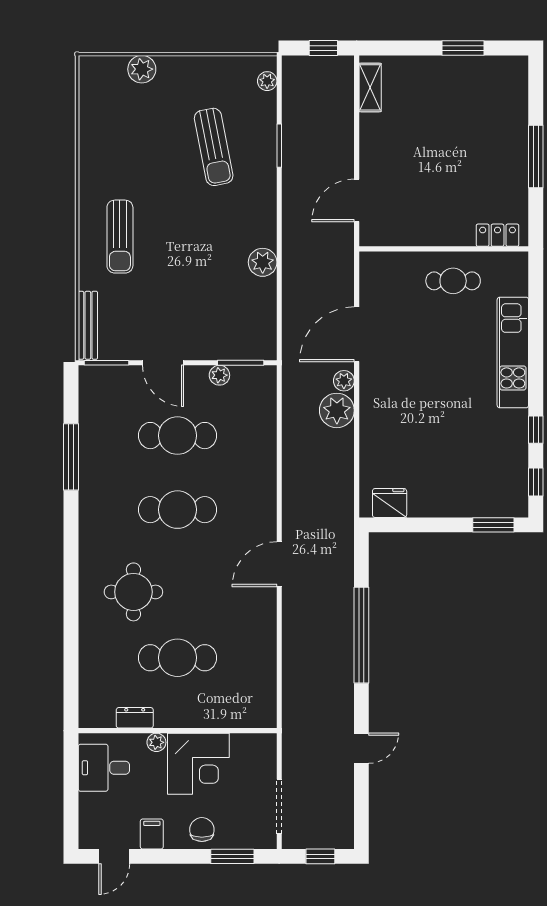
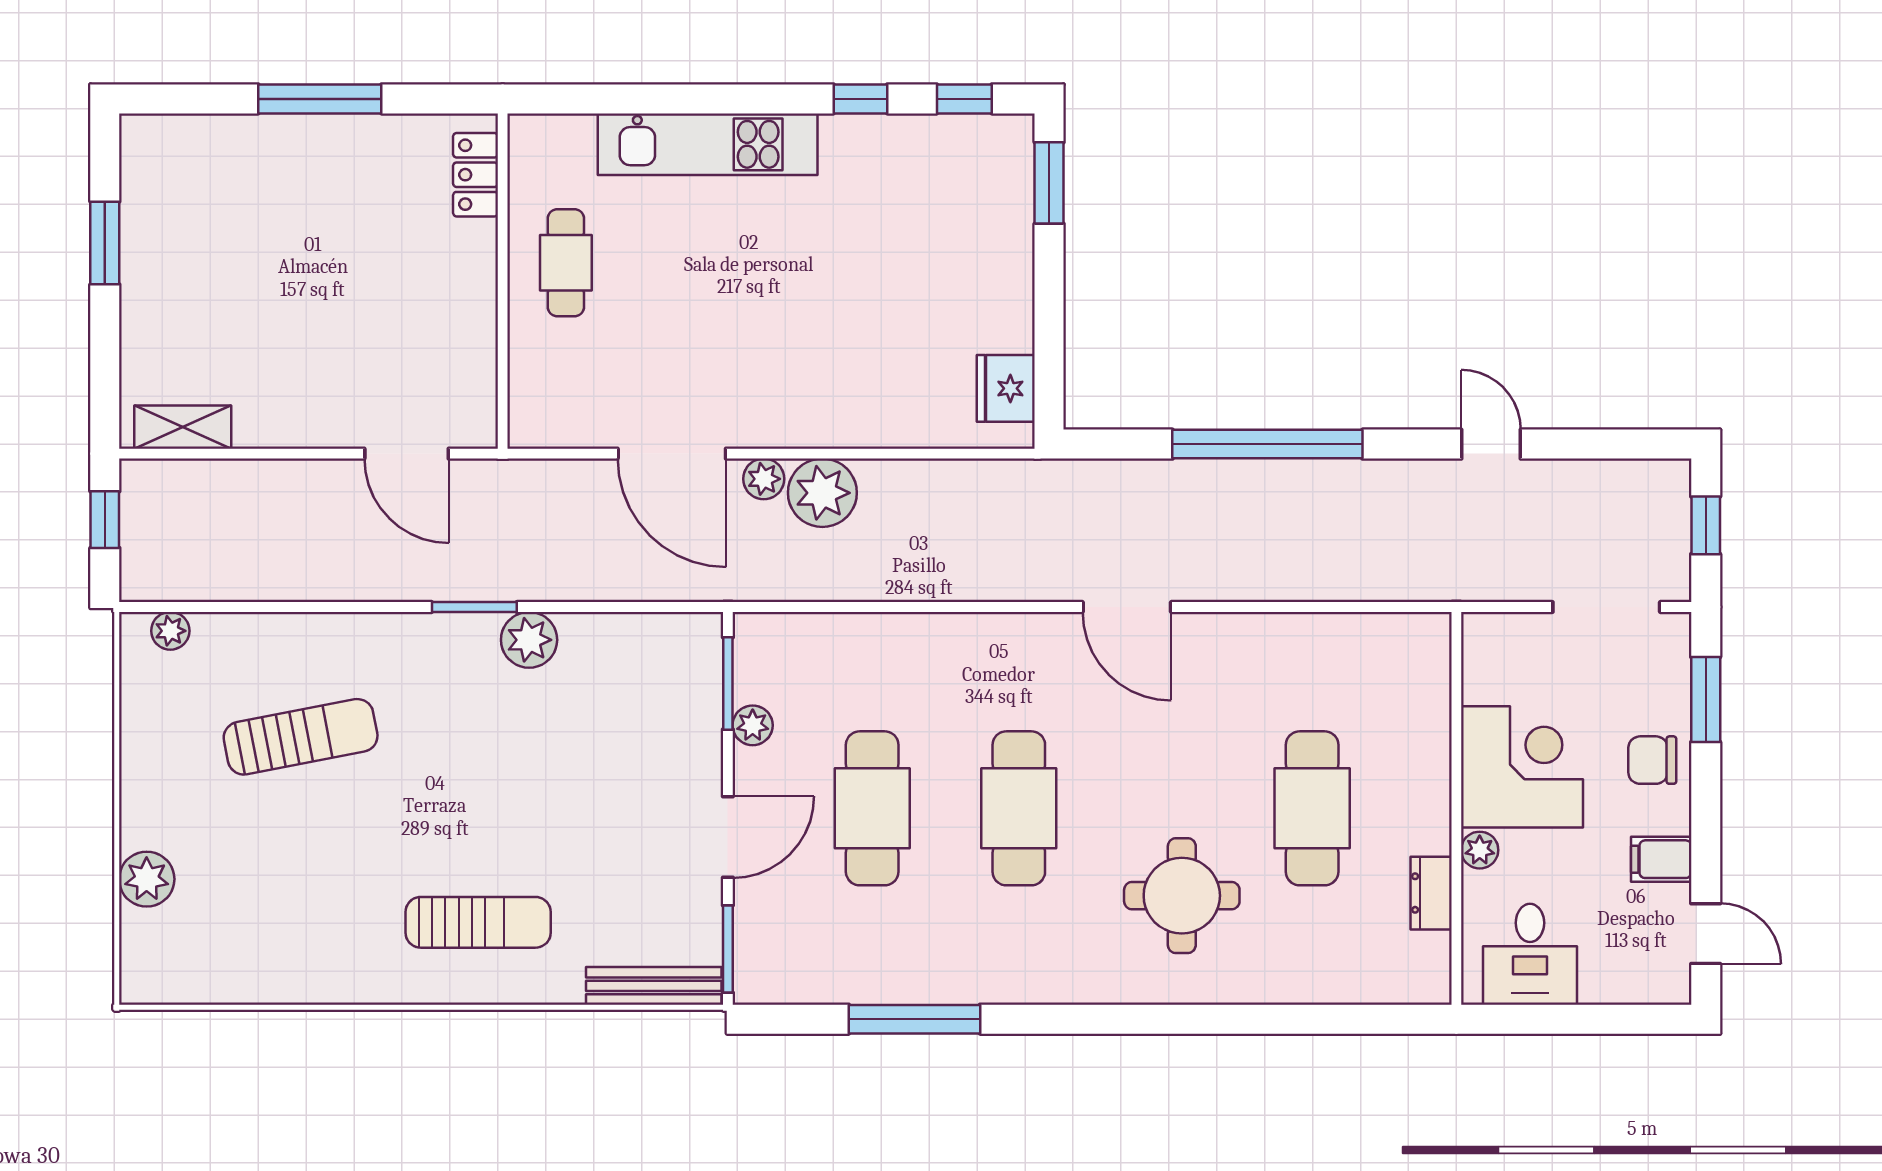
window: (279, 146) -> (474, 607), moved

